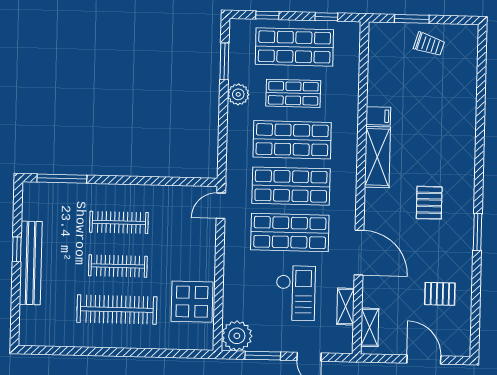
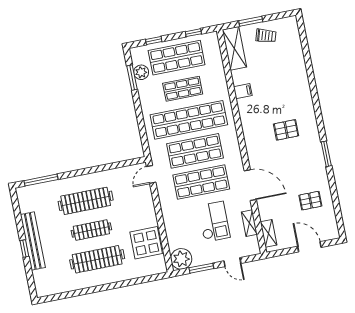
plant: (238, 94) -> (141, 72), moved
shop shelf: (292, 140) -> (189, 120), width x1.40
shelving: (377, 157) -> (234, 48), moved
pallet: (429, 203) -> (286, 130), moved, turned 90
clothes rail: (119, 222) -> (86, 201), width x1.37, depth x1.31
window: (17, 249) -> (24, 249), moved

